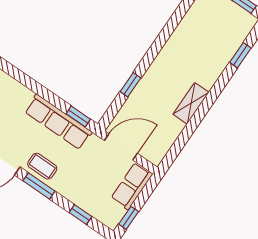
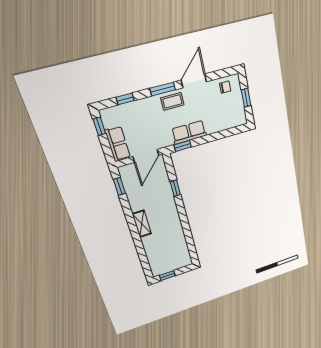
window: (240, 55) -> (119, 186), moved
shelving: (191, 103) -> (142, 224), moved
row of seats: (58, 122) -> (189, 132), width x0.68

